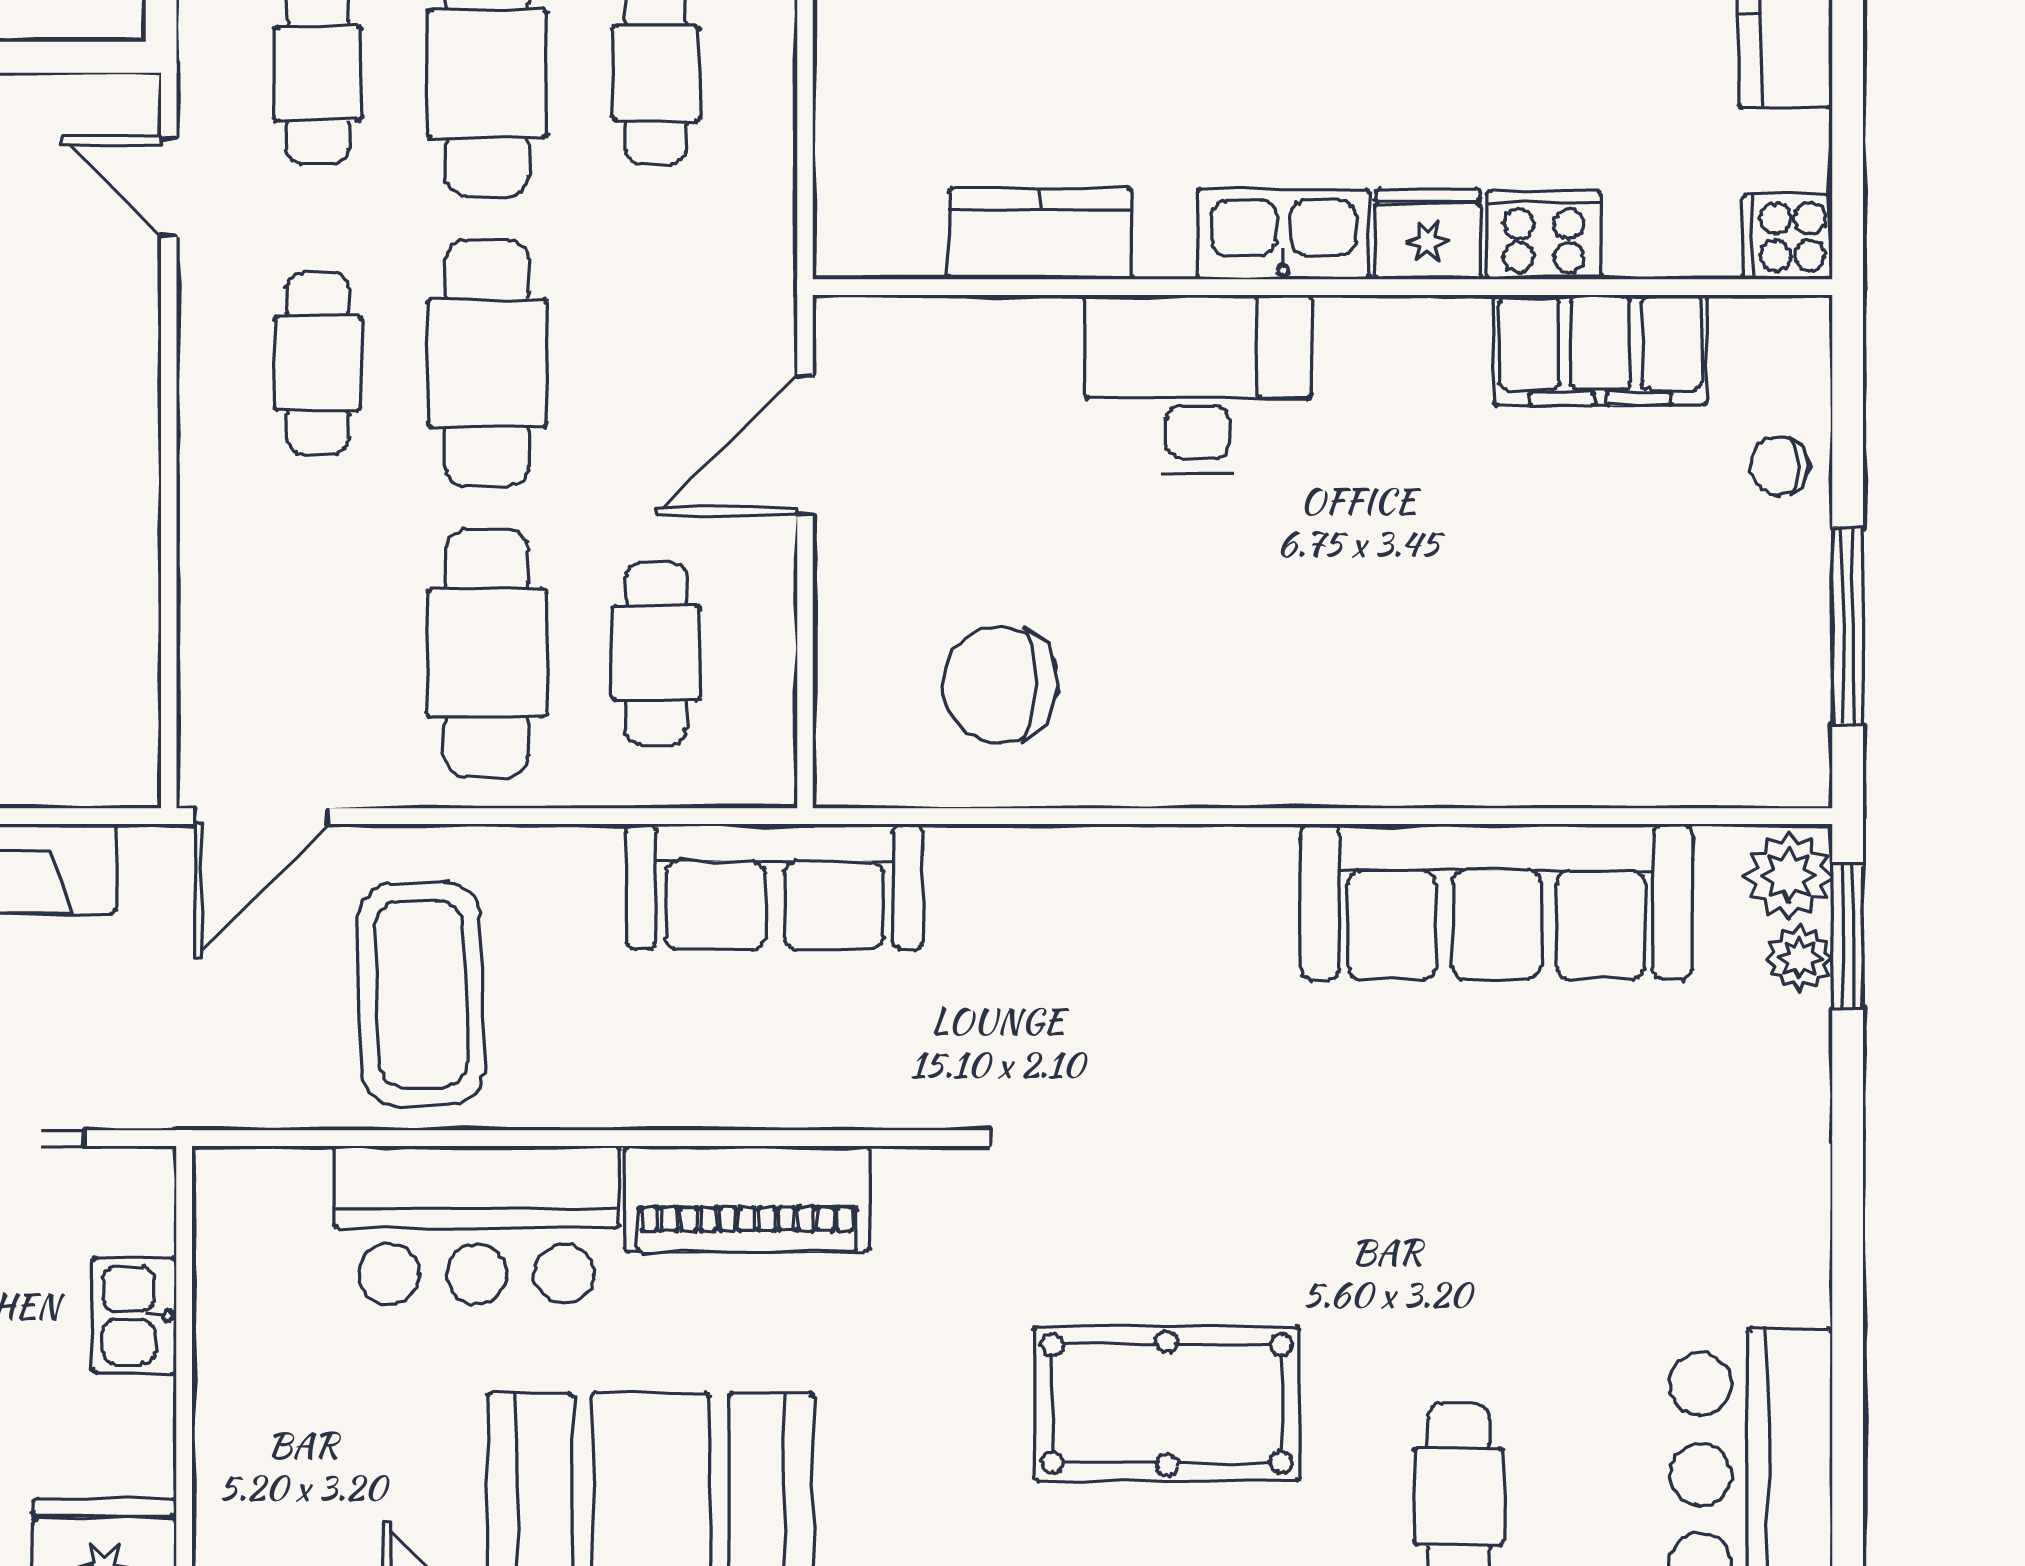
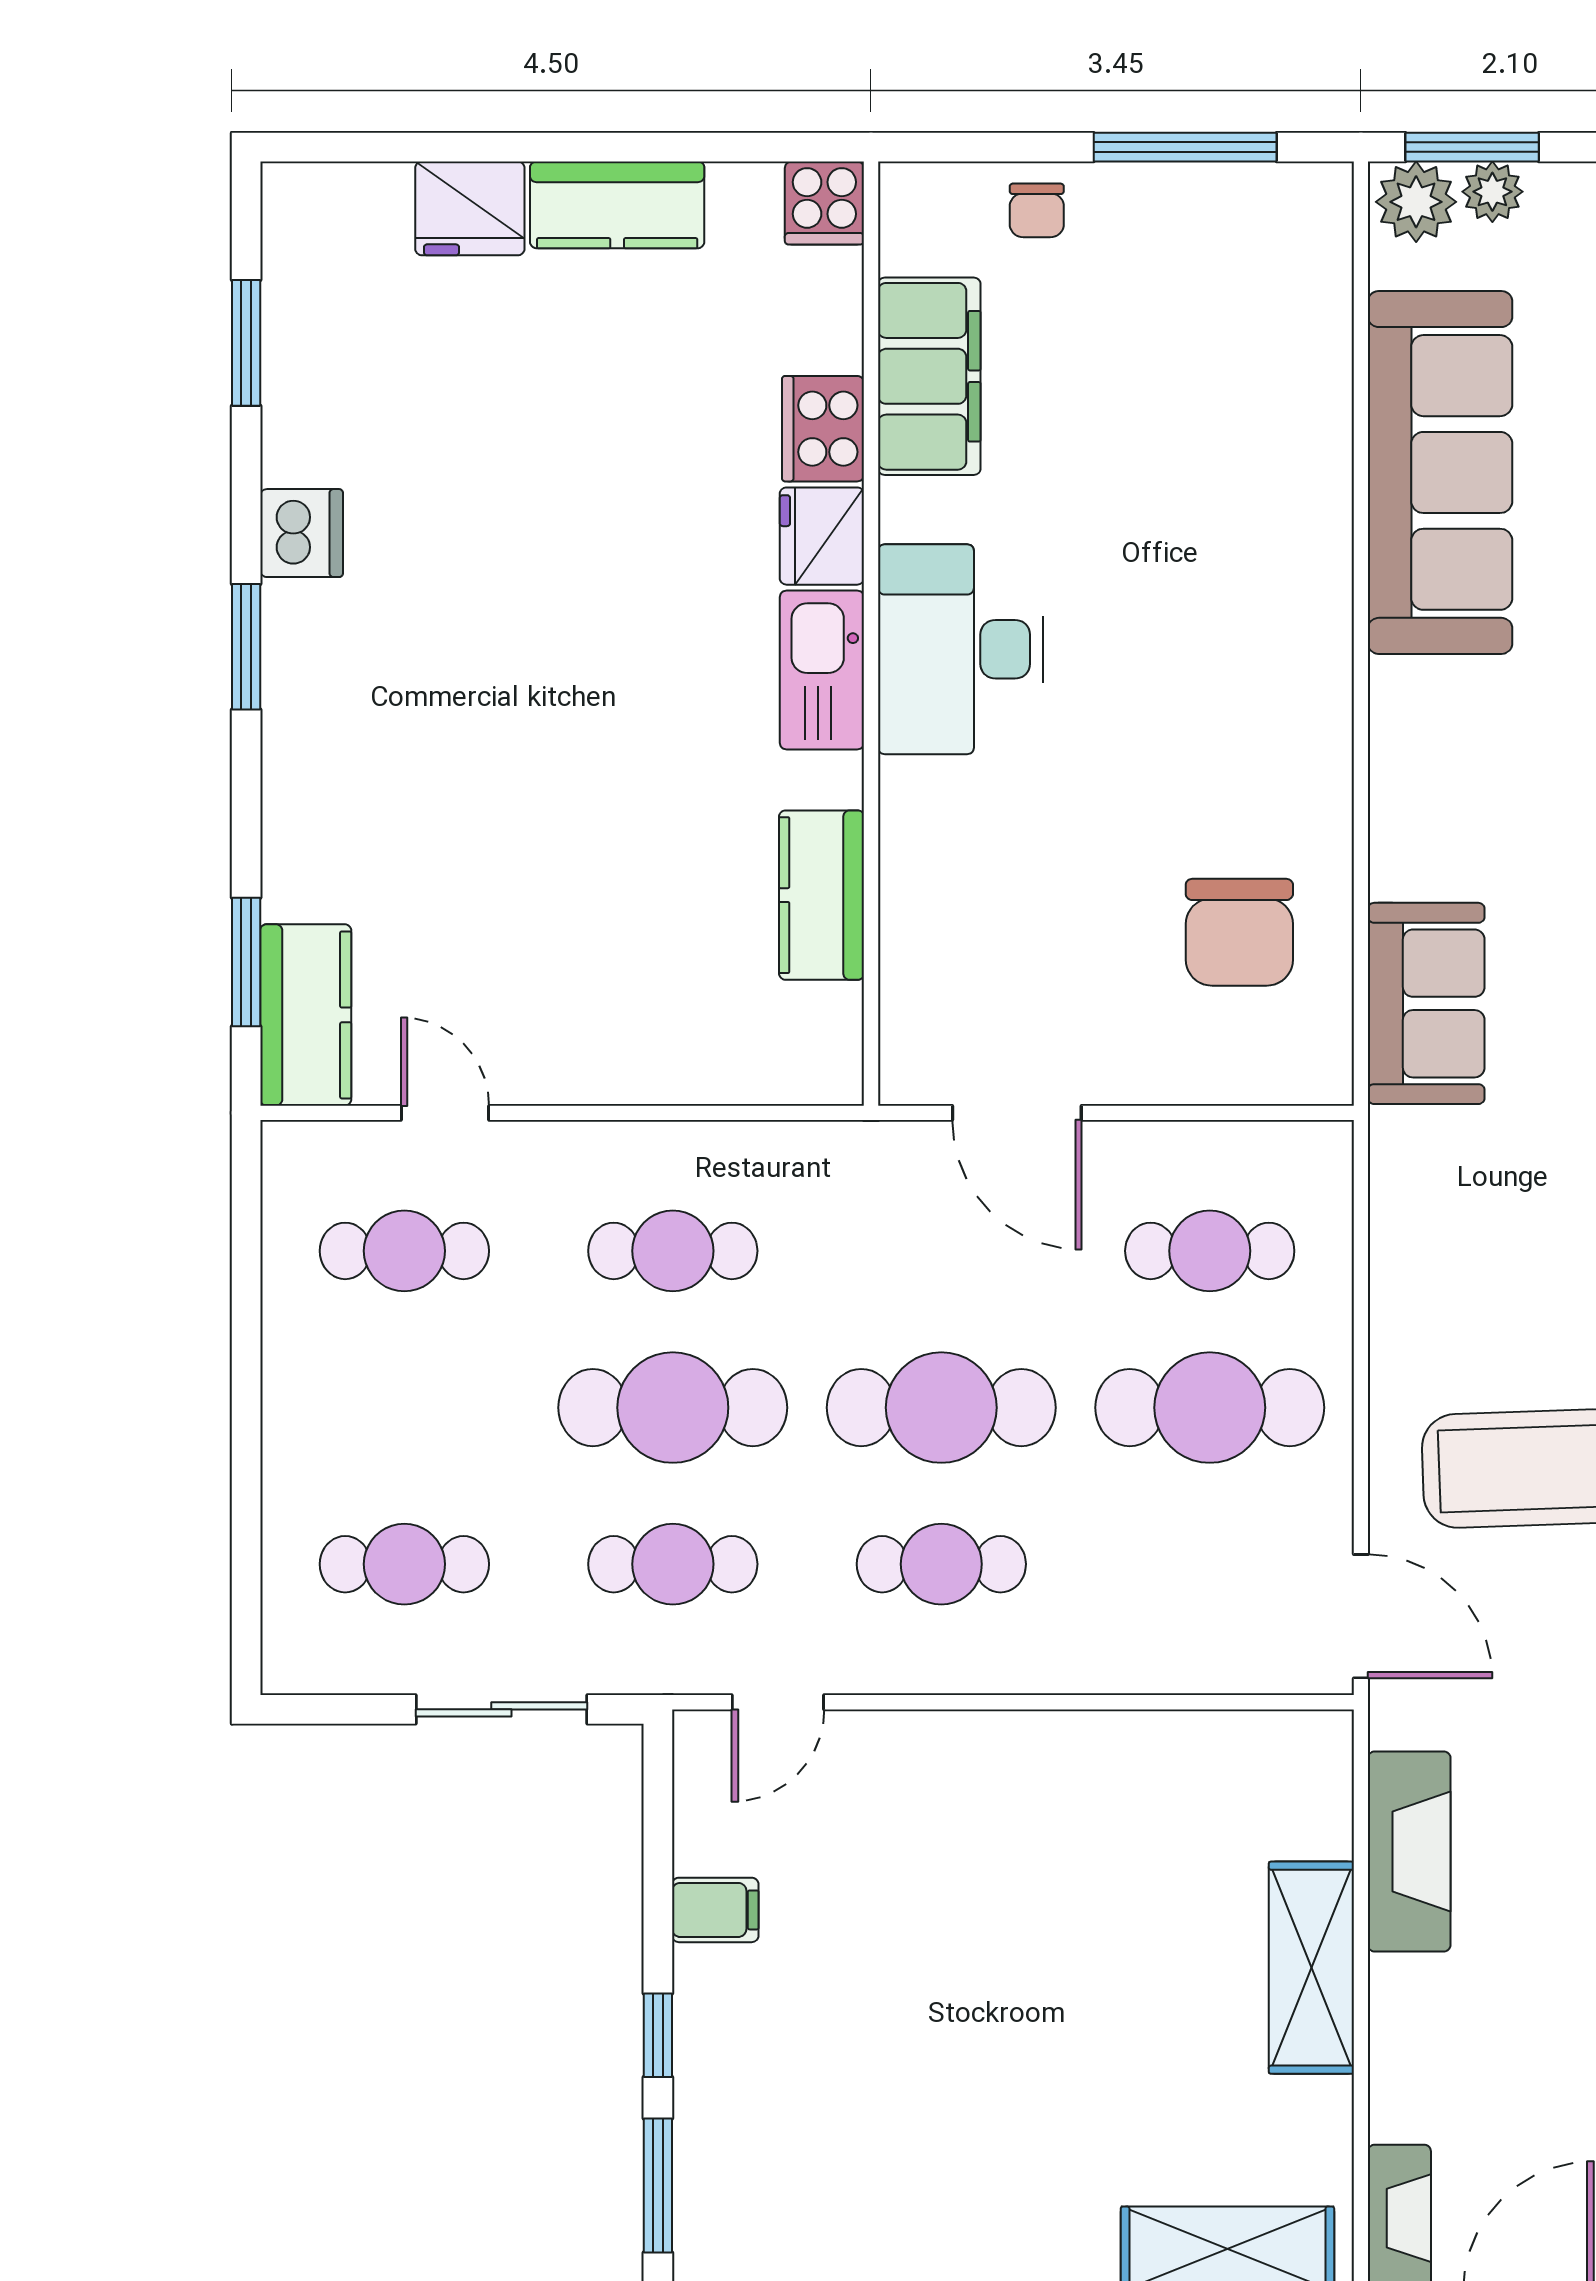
desk: (1198, 384) -> (961, 649), moved
sofa: (775, 887) -> (1426, 1003), moved, width x0.73

